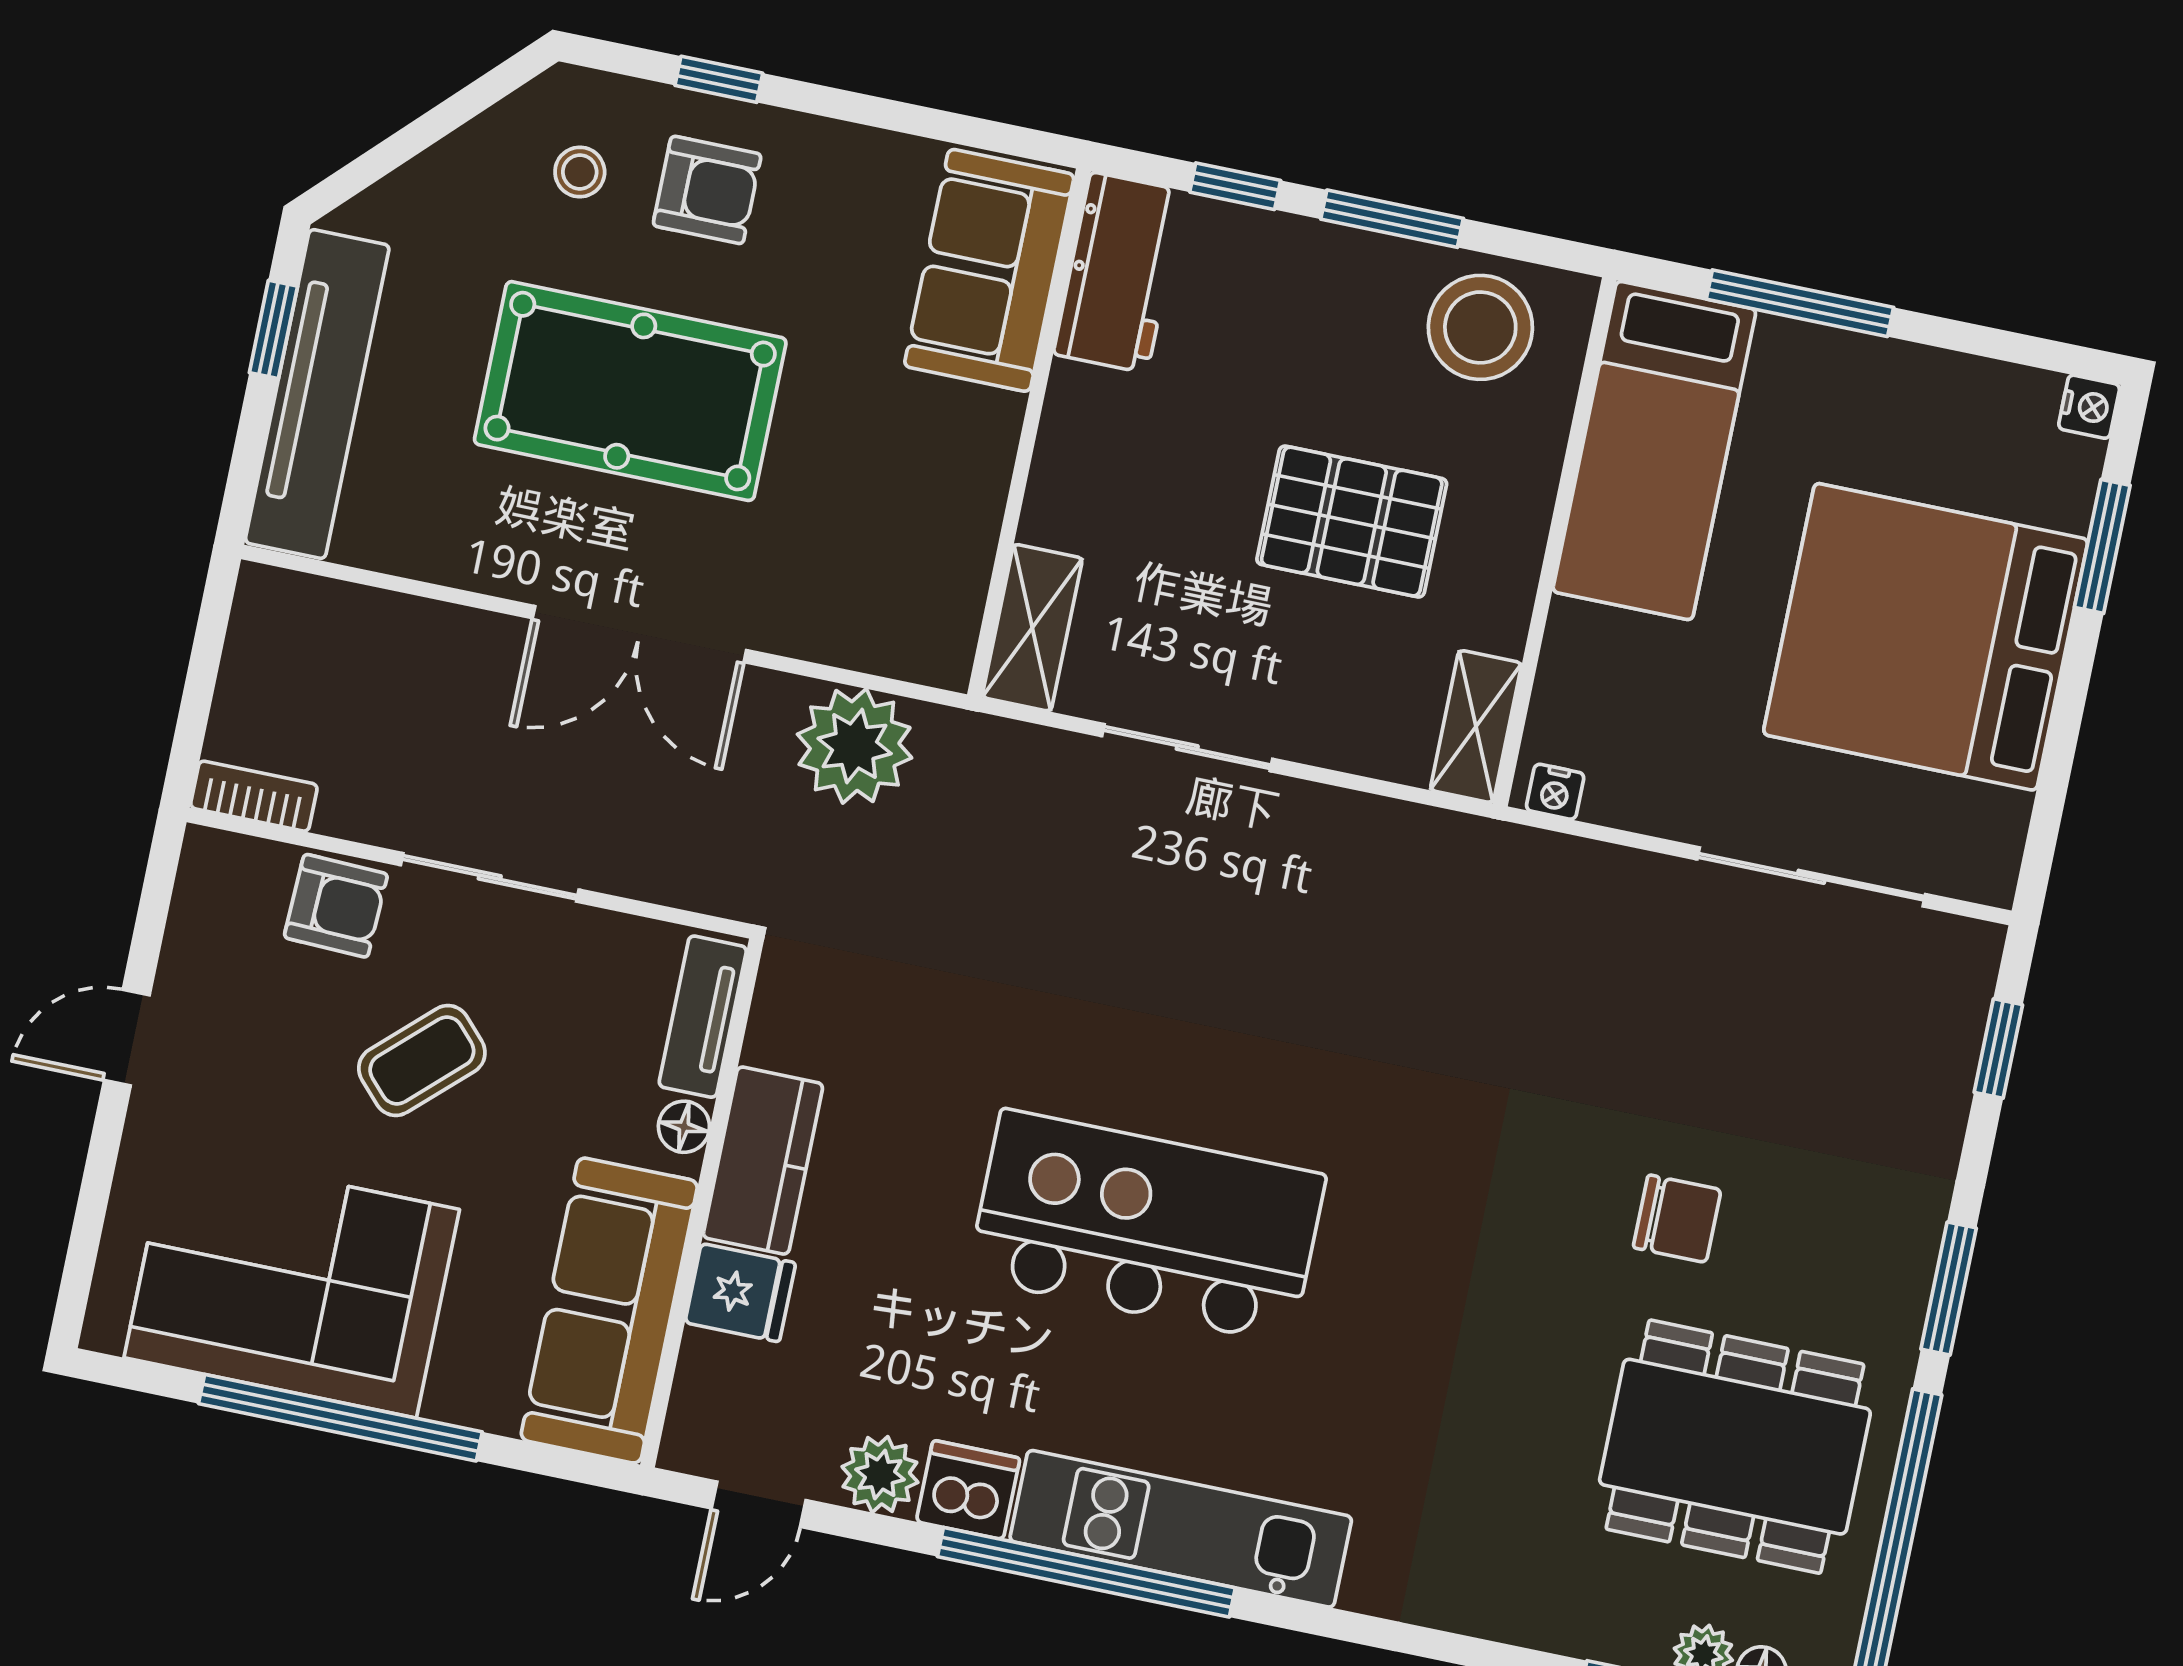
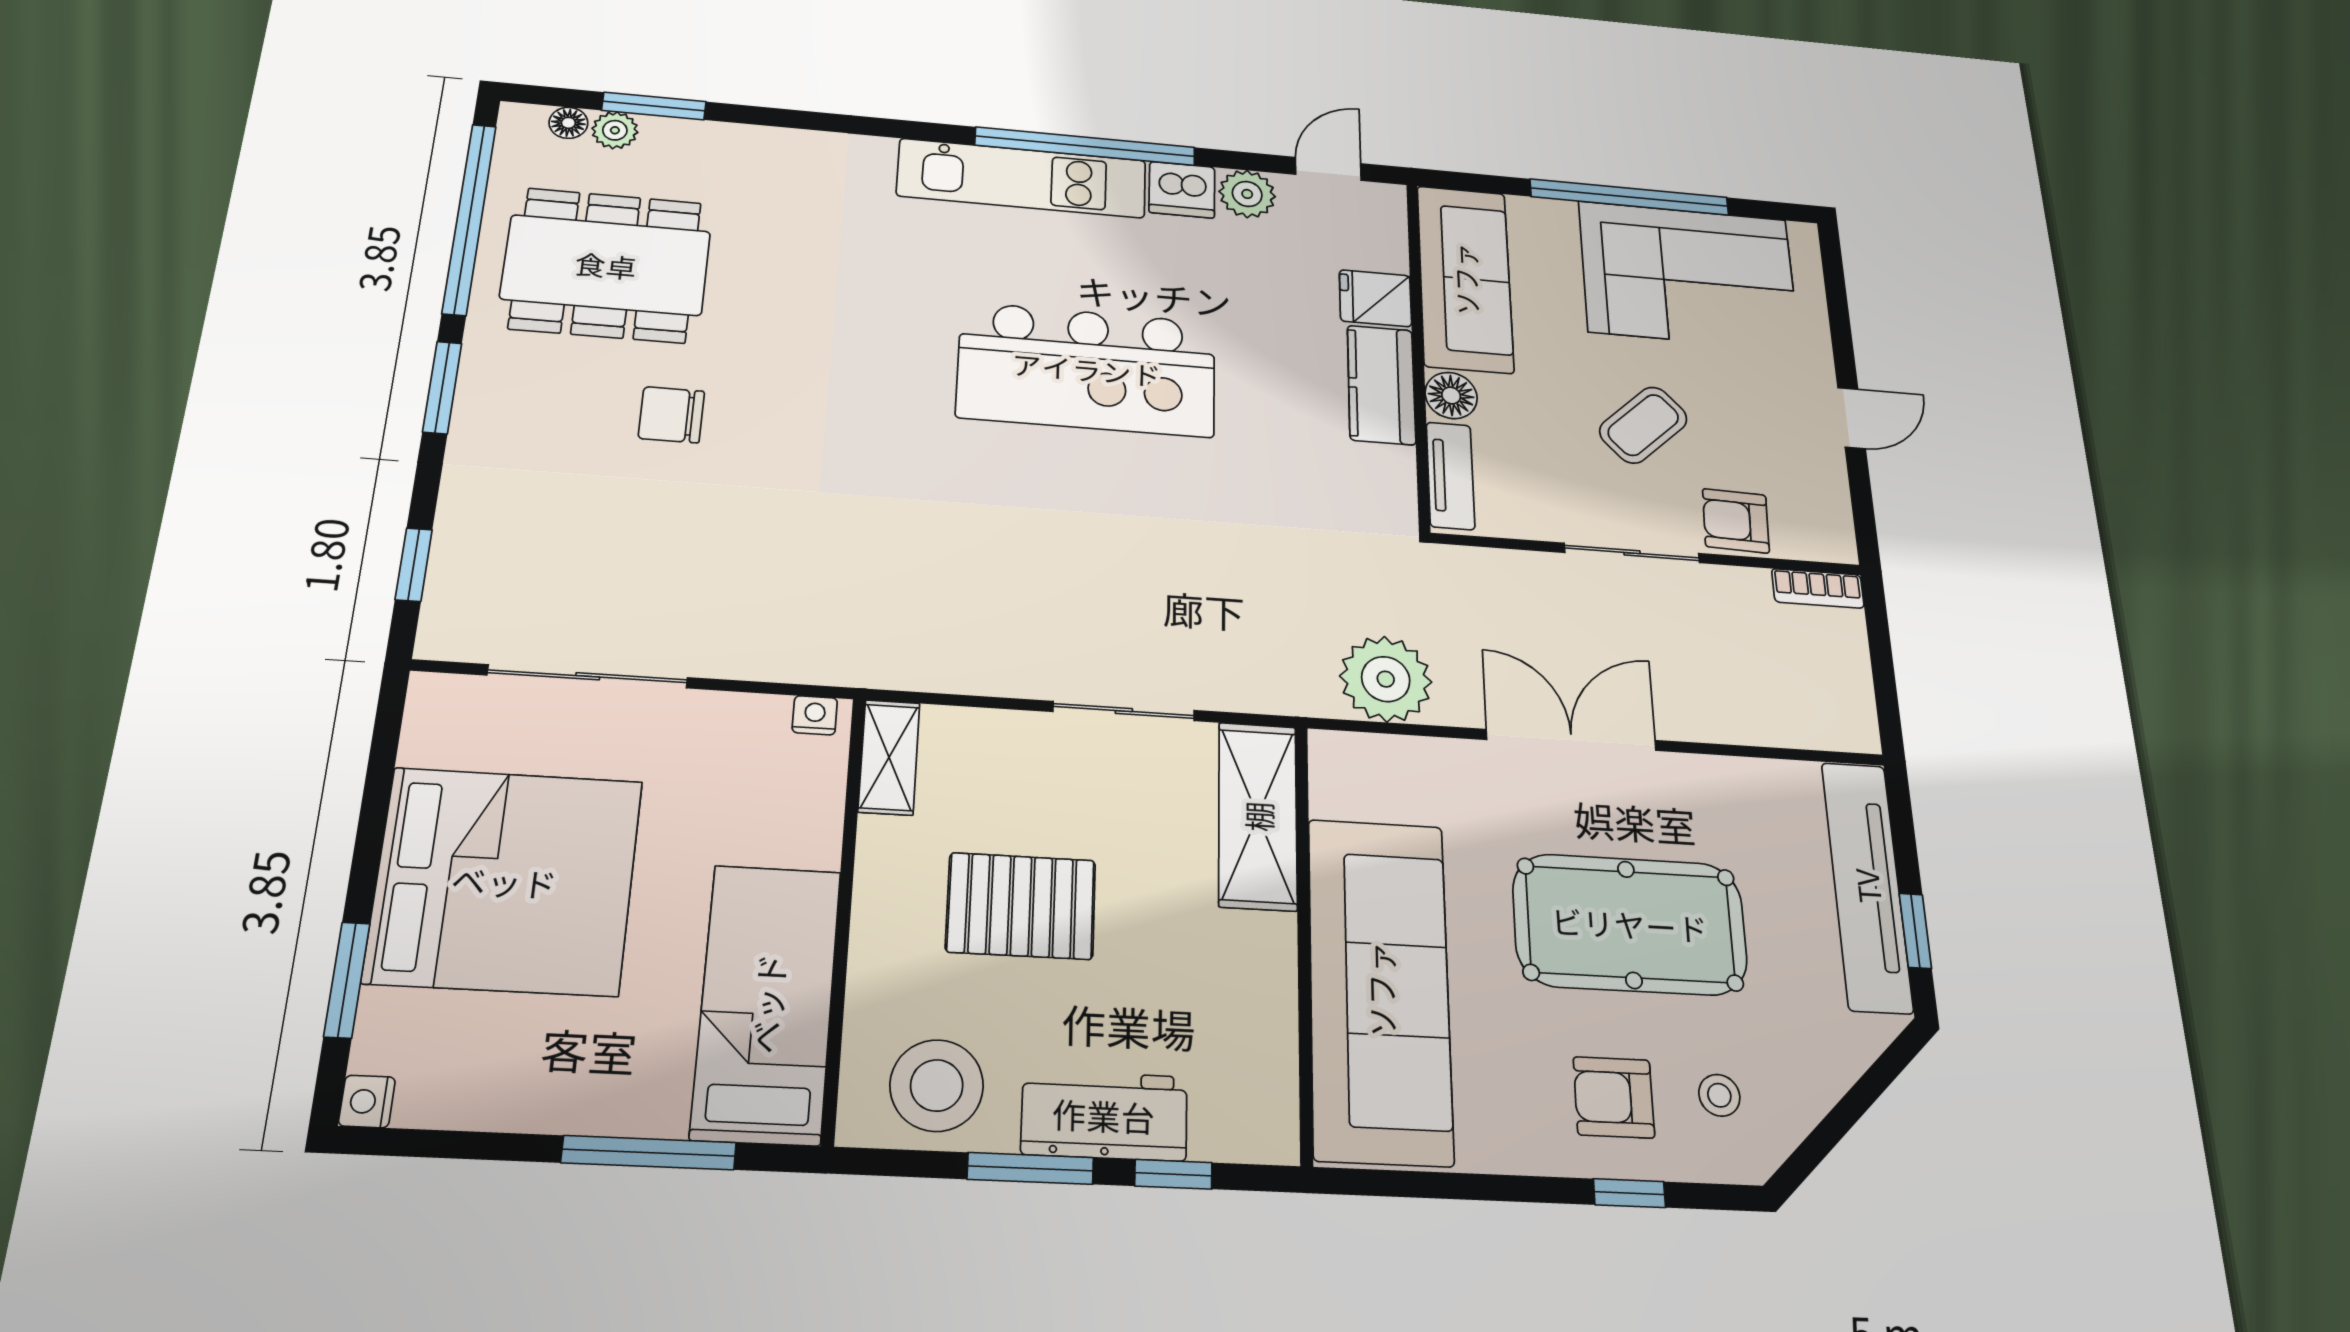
sofa: (989, 270) -> (1380, 989), width x1.85, depth x1.27
workbench: (1119, 273) -> (1104, 1115), moved, turned 90
shelving: (1032, 628) -> (1258, 816), width x1.50, depth x1.33
floor lamp: (684, 1127) -> (1451, 395), width x1.37, depth x1.37

